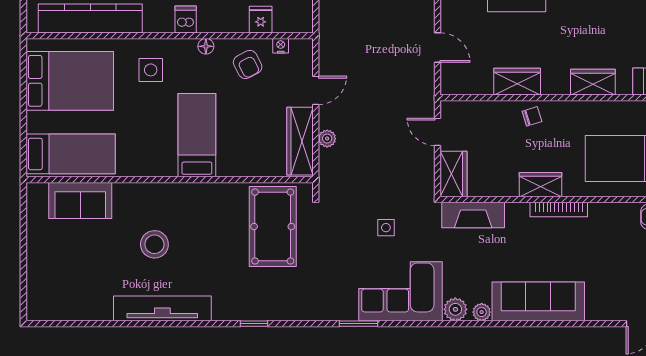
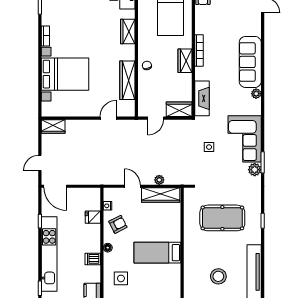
wardrobe: (517, 82) -> (127, 80), width x1.50
pool table: (273, 227) -> (222, 218), moved
plant: (455, 309) -> (255, 170), moved

